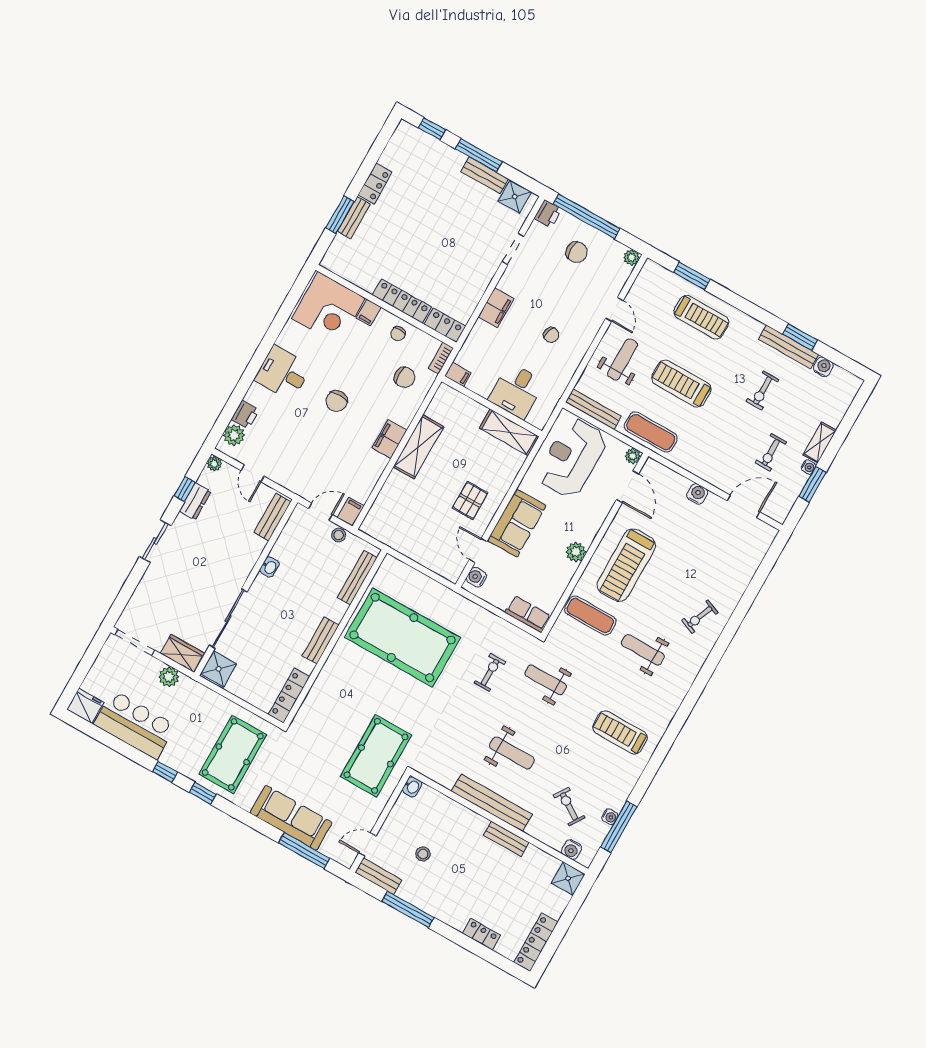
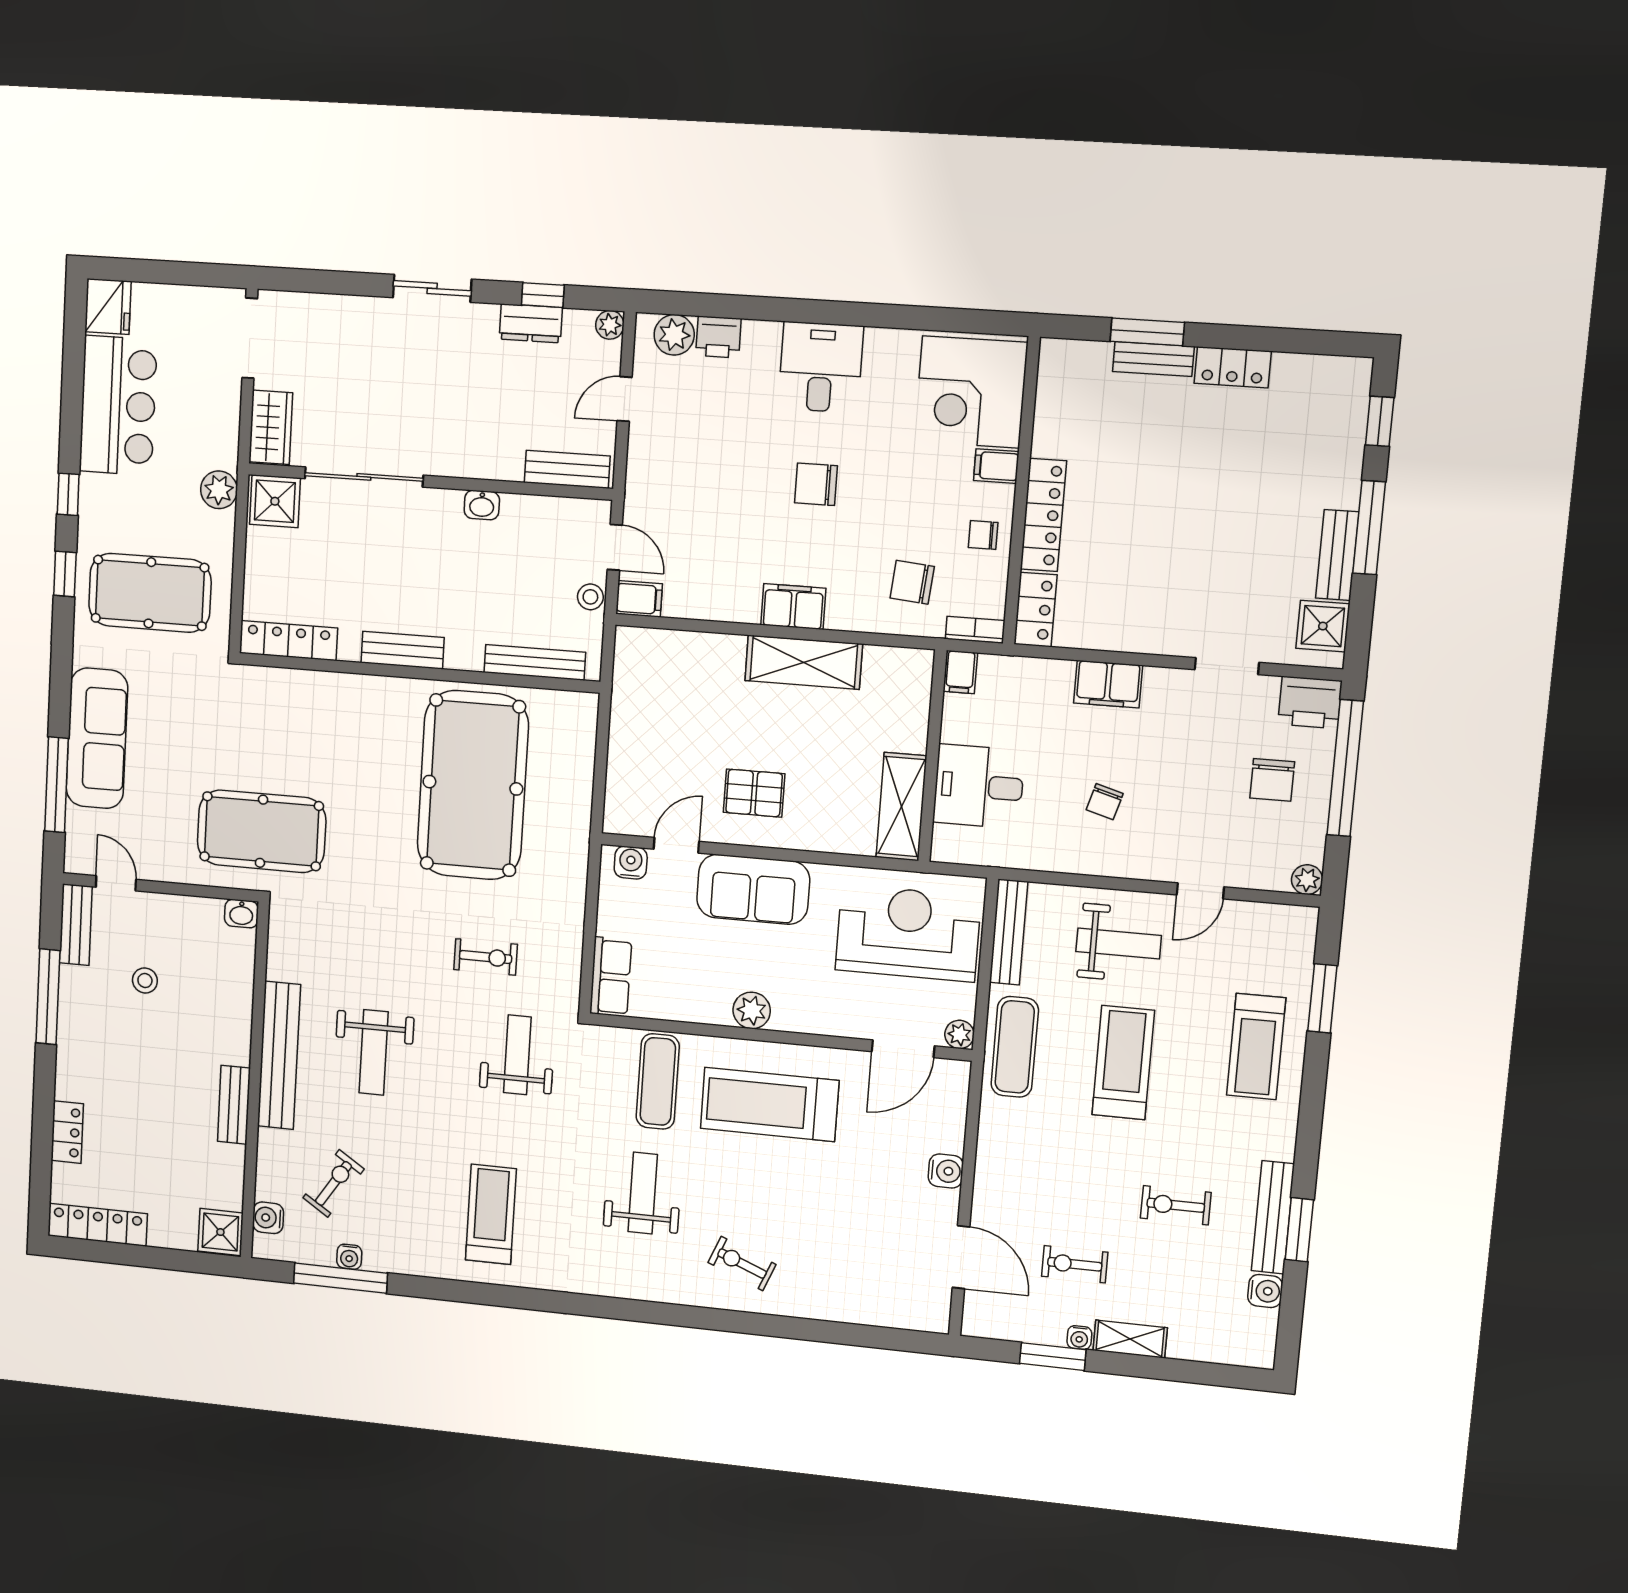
printer: (548, 214) -> (1310, 702), width x1.36, depth x1.24
chair: (405, 377) -> (912, 582), turned 95
plant: (169, 677) -> (219, 490), moved

